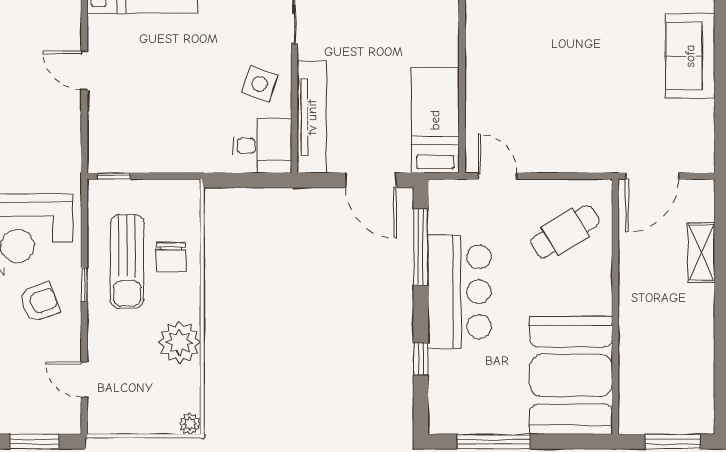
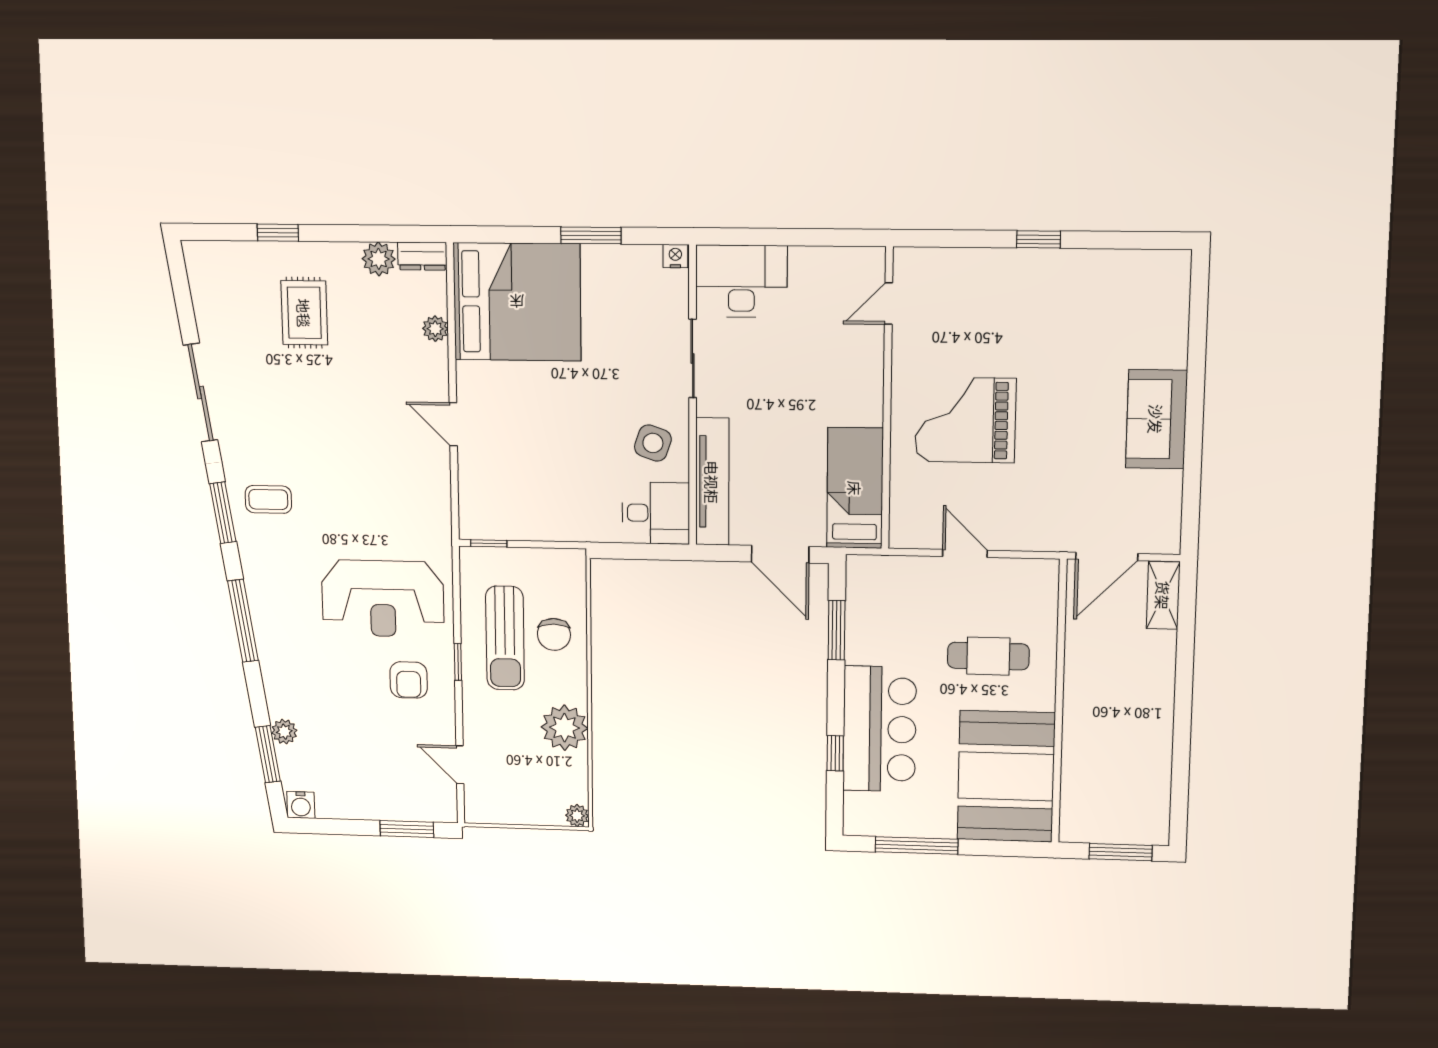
grand piano: (529, 60) -> (965, 420), added
door: (498, 176) -> (965, 553), moved
cafe table: (565, 232) -> (988, 656), moved, turned 31
window: (421, 247) -> (837, 630), width x0.69
shelving: (701, 253) -> (1163, 595), moved
bar counter: (459, 292) -> (879, 729), moved
armchair: (39, 302) -> (409, 680), turned 110

